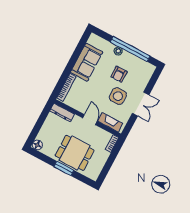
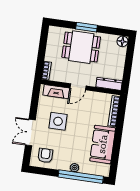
window: (130, 49) -> (81, 177), moved
armchair: (119, 74) -> (45, 156), moved
double door: (141, 104) -> (30, 132), moved
door: (90, 120) -> (78, 87), hinge flipped

